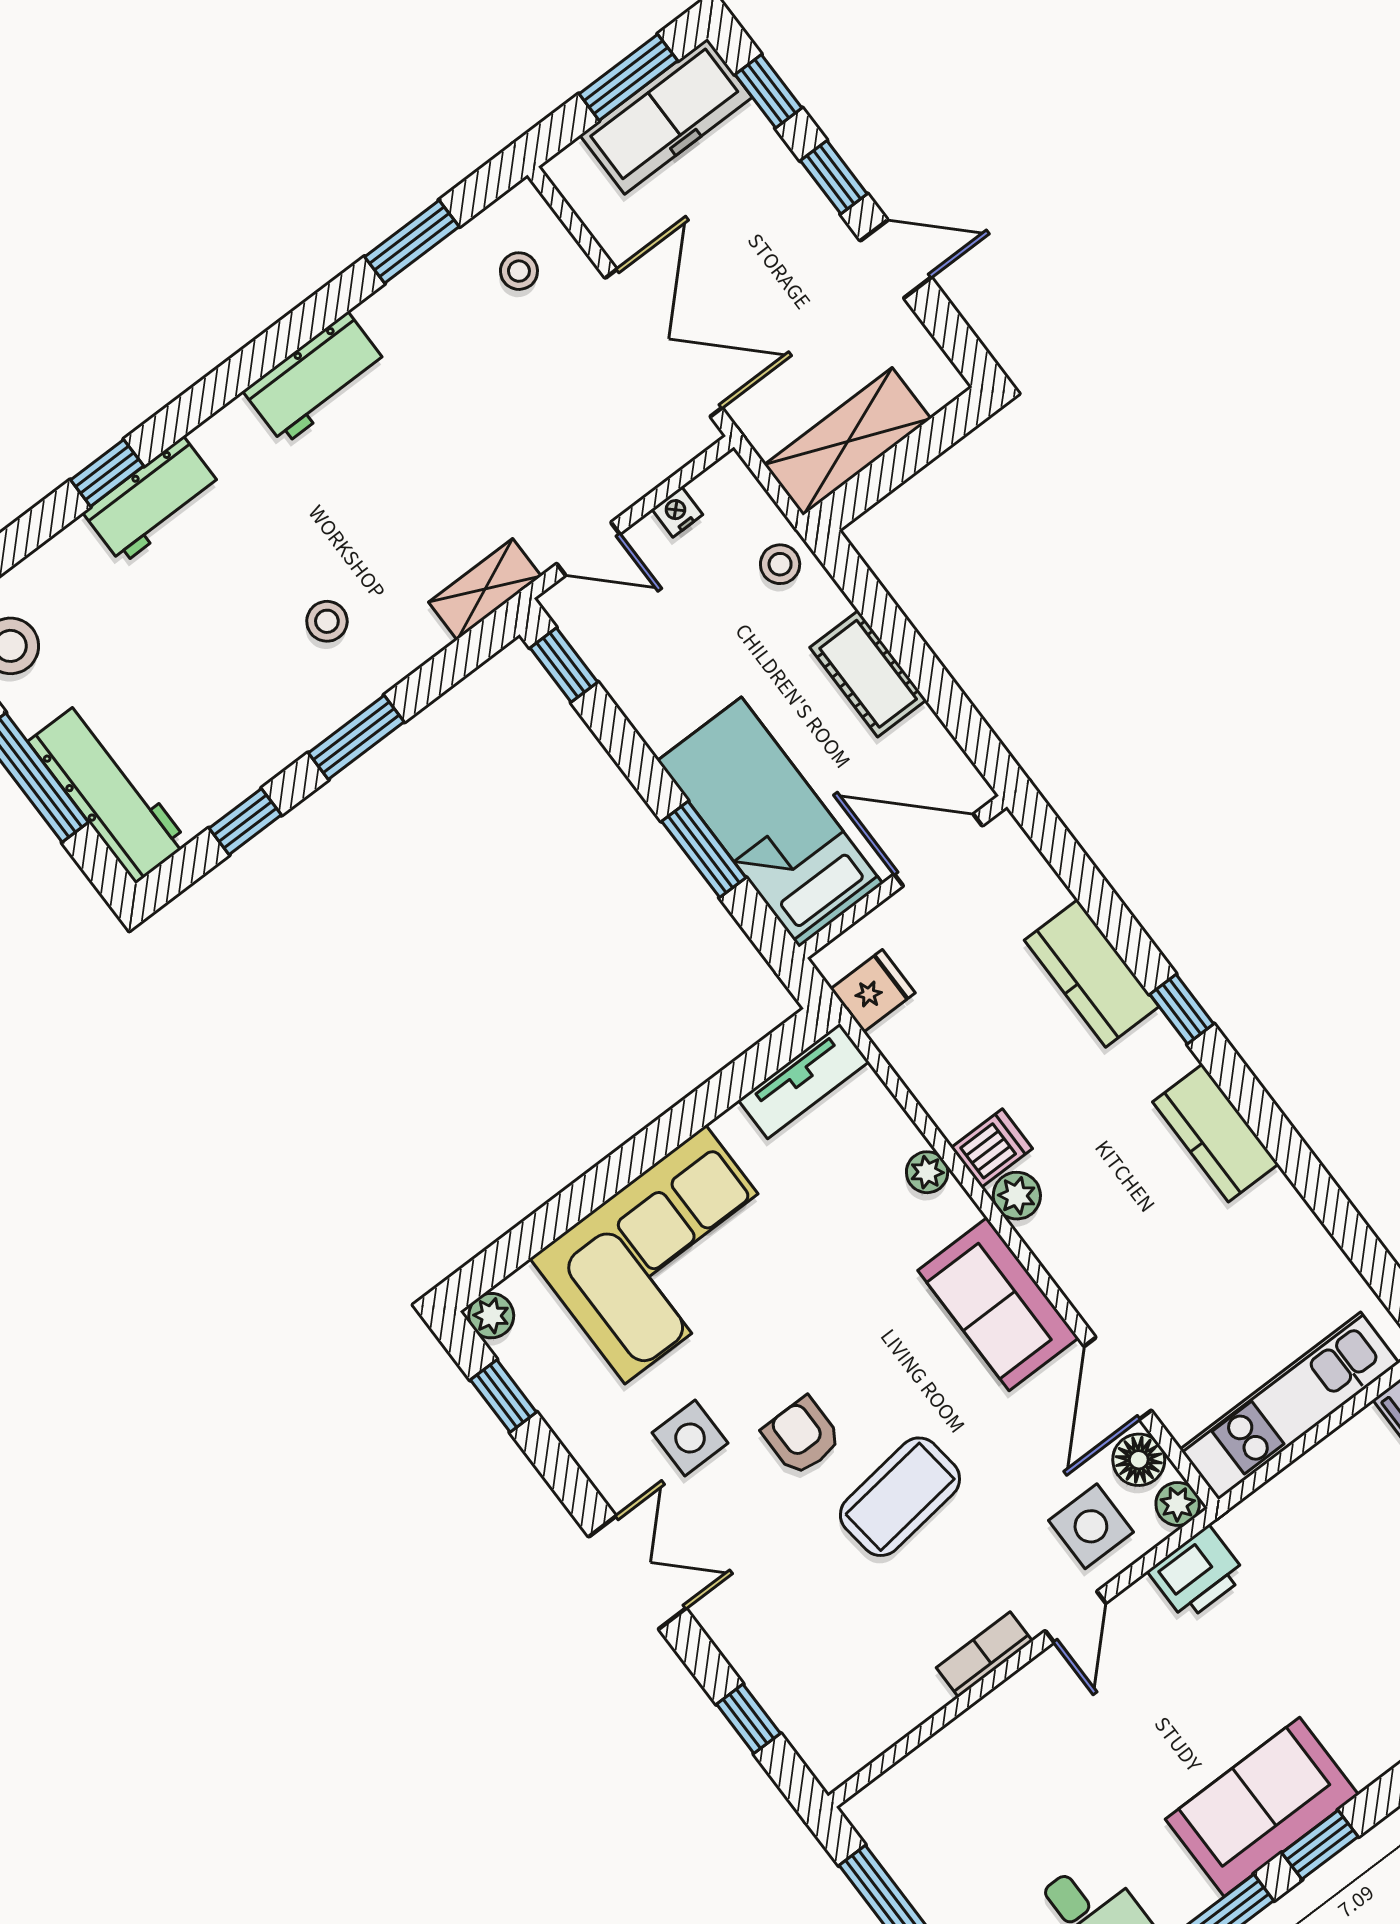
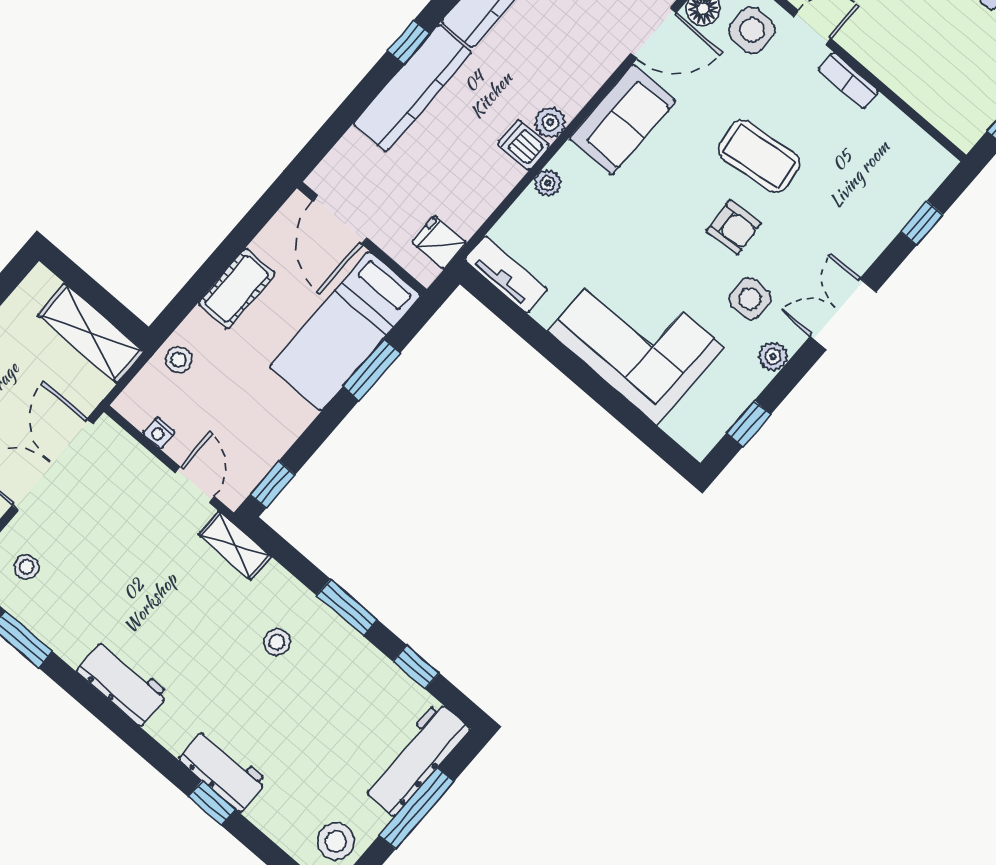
kitchen counter: (1092, 973) -> (412, 88), width x1.50
plant: (491, 1316) -> (773, 356), moved
armchair: (802, 1436) -> (734, 227), turned -94

